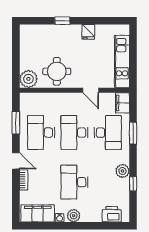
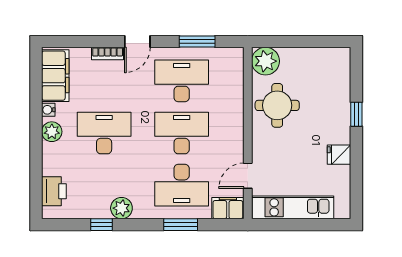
door: (91, 90) -> (248, 176), moved

